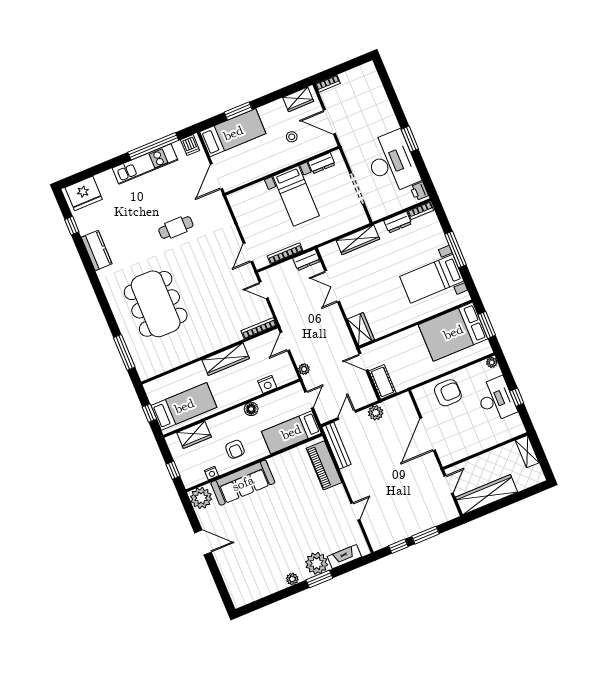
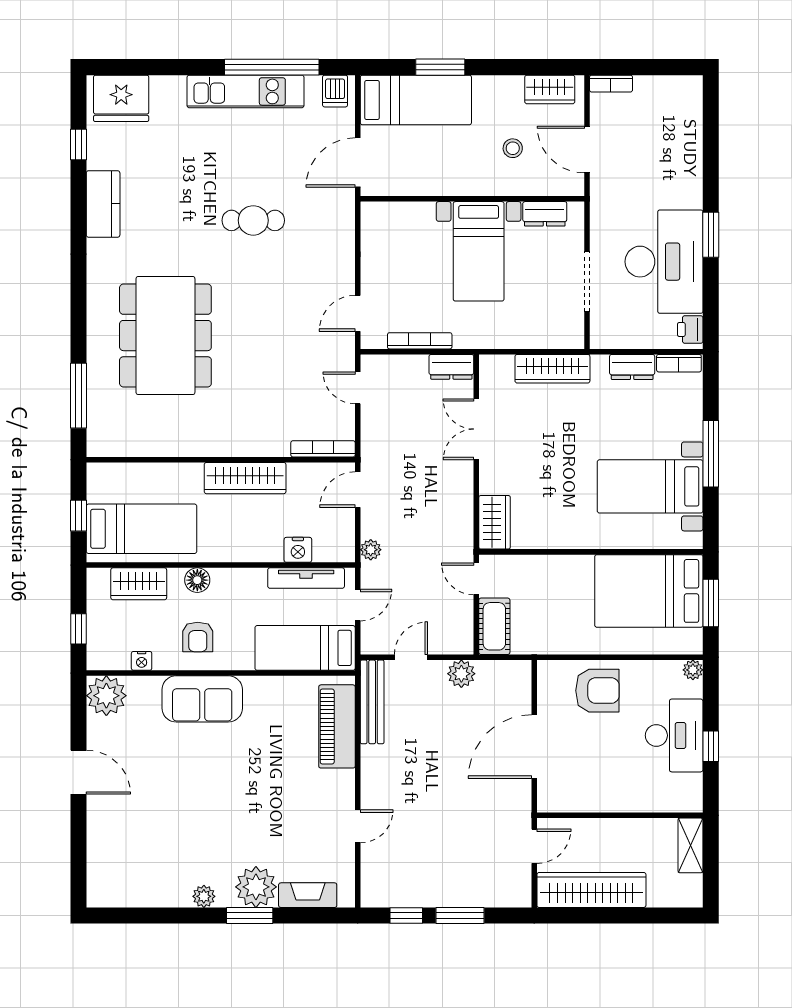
tv unit: (277, 397) -> (306, 578), added
floor lamp: (251, 409) -> (197, 580), moved
sofa: (243, 483) -> (202, 699), width x0.73

